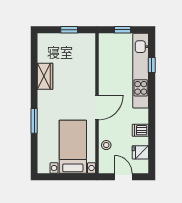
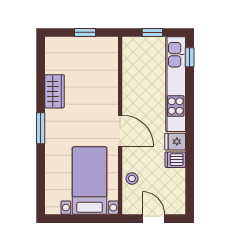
window: (152, 65) -> (190, 57), moved
door: (97, 107) -> (120, 131), hinge flipped
window: (34, 121) -> (41, 128), moved
fridge: (140, 152) -> (175, 142), moved

